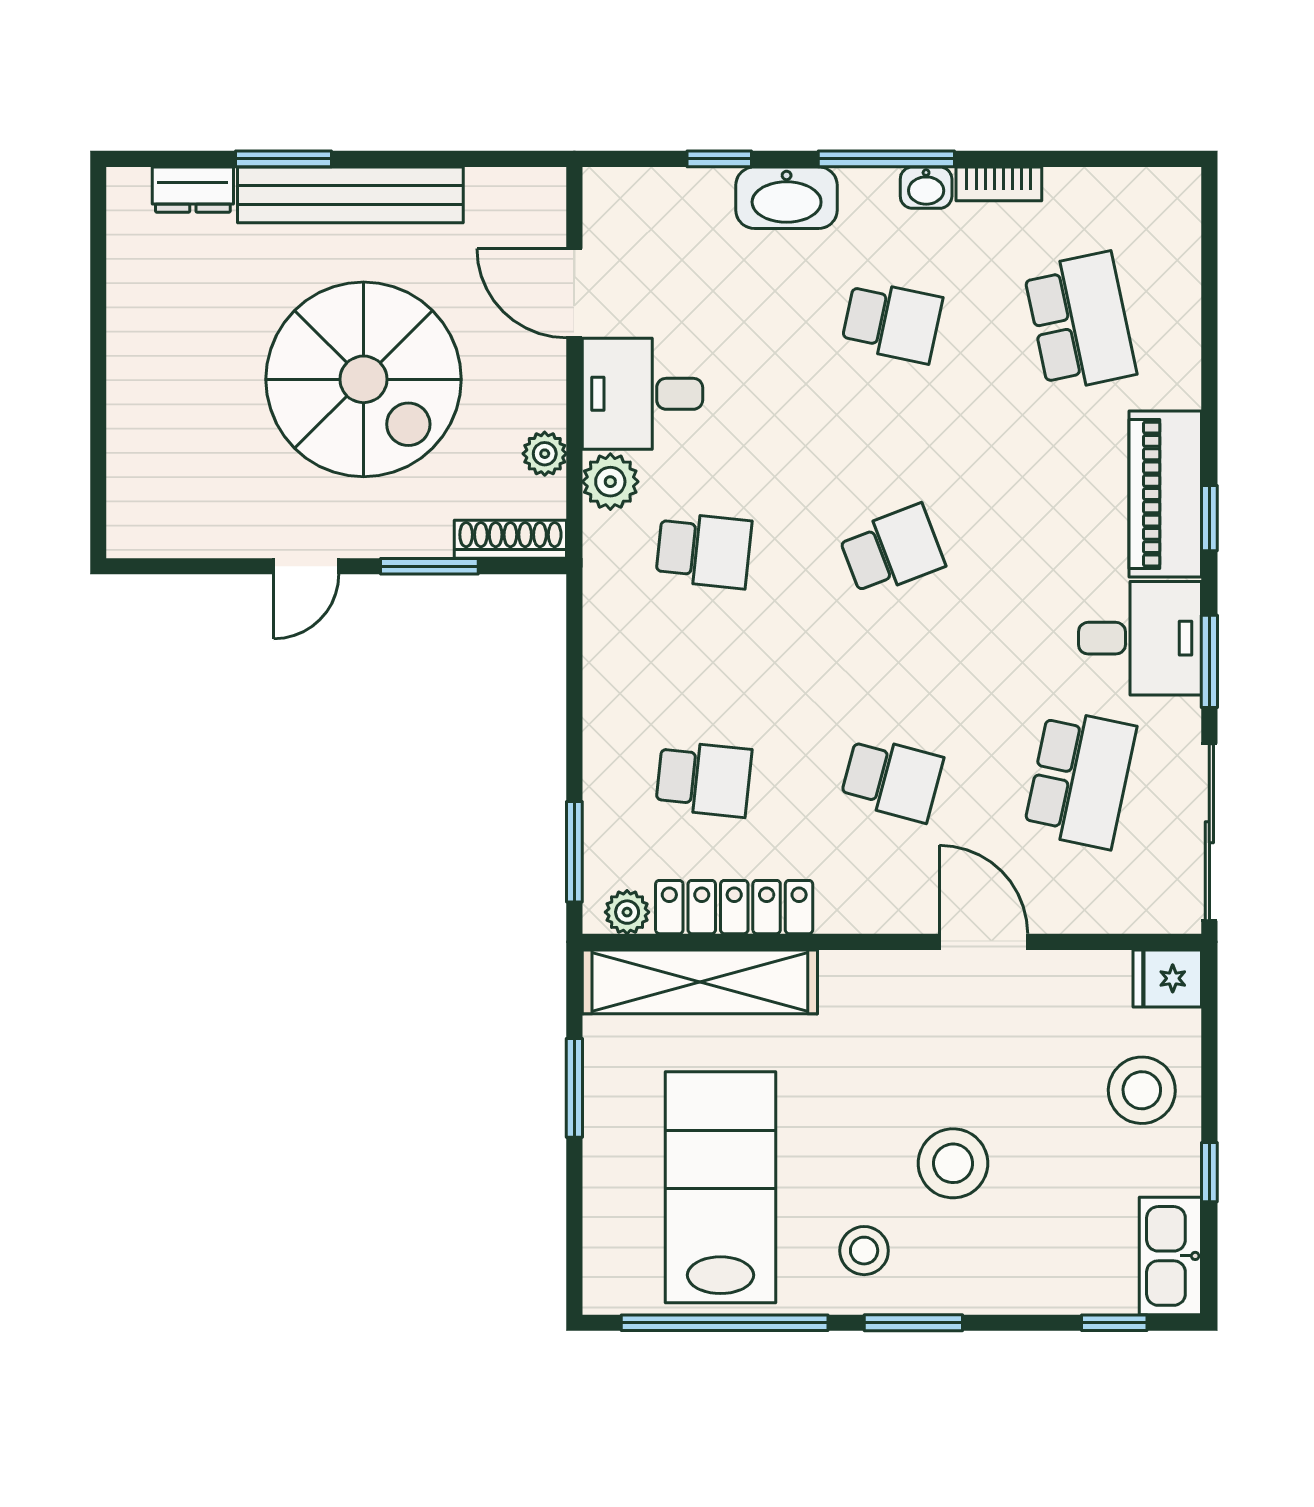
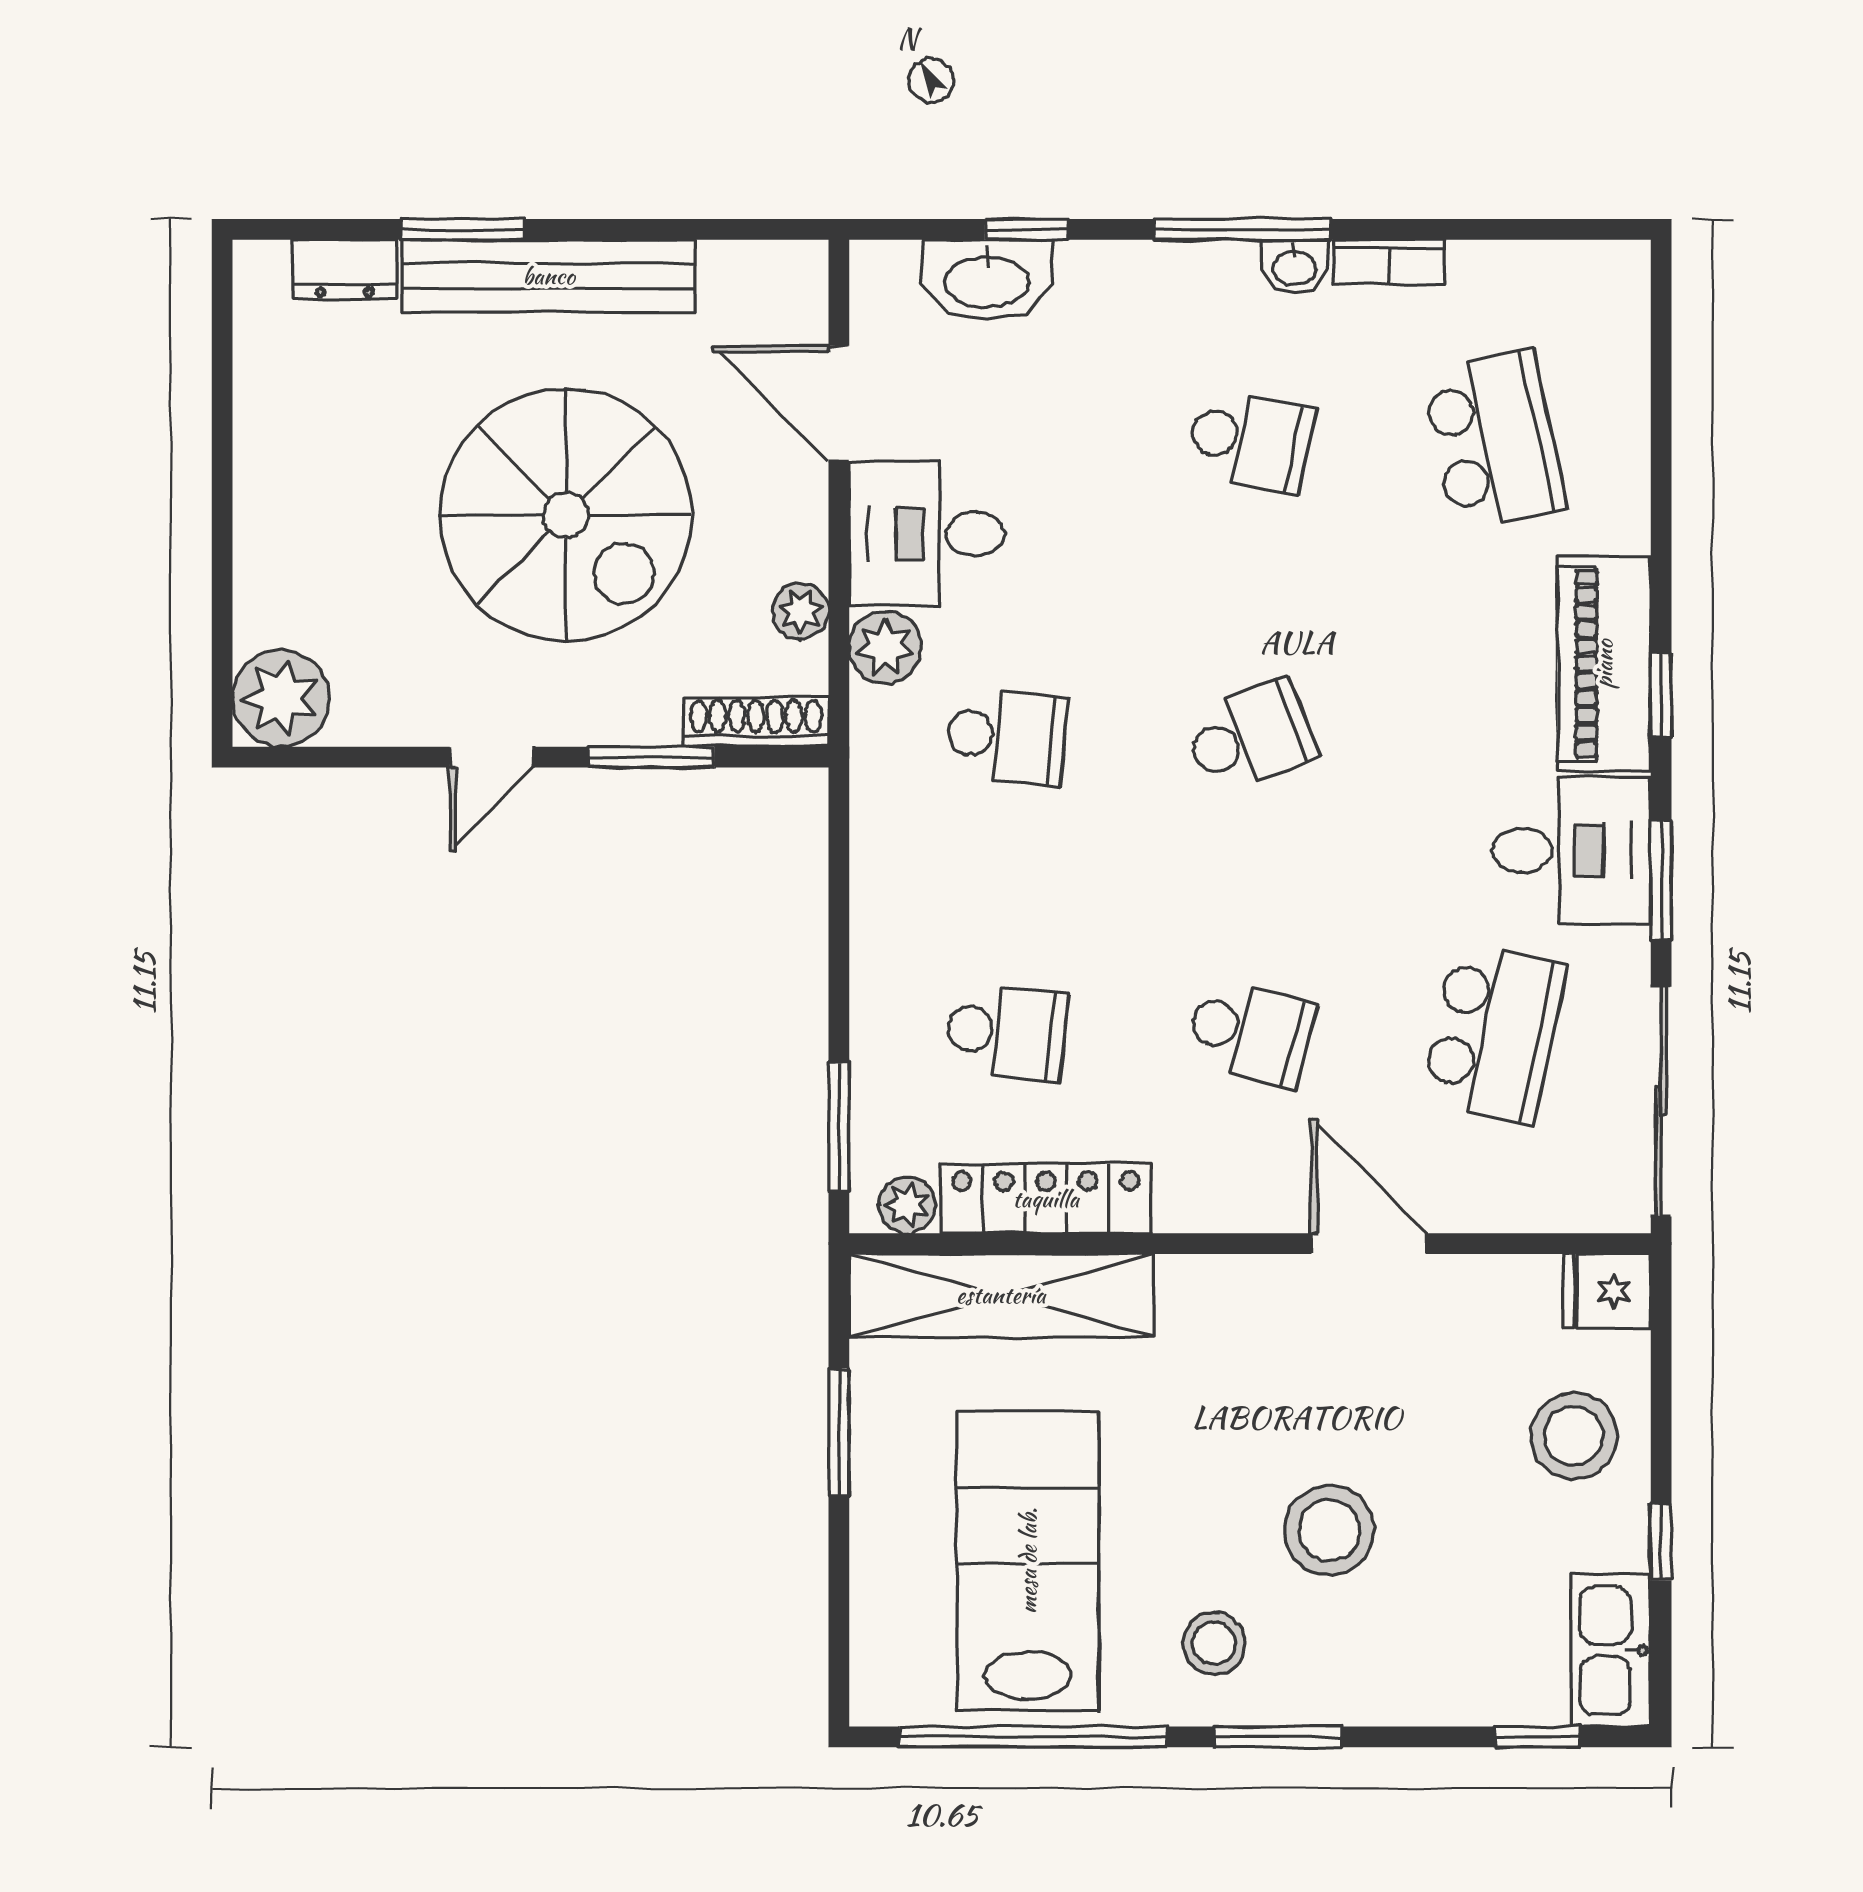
washbasin: (787, 198) -> (987, 280), moved
plant: (144, 521) -> (281, 698), added

